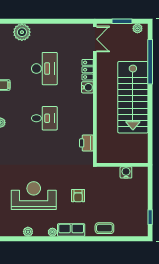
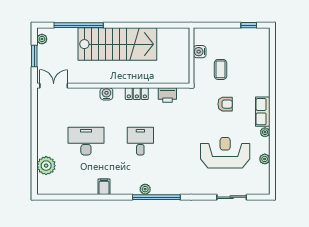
locker: (88, 70) -> (137, 94), moved
reception desk: (34, 196) -> (225, 153), turned 90
coffee table: (104, 228) -> (221, 69), moved

